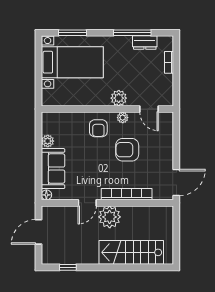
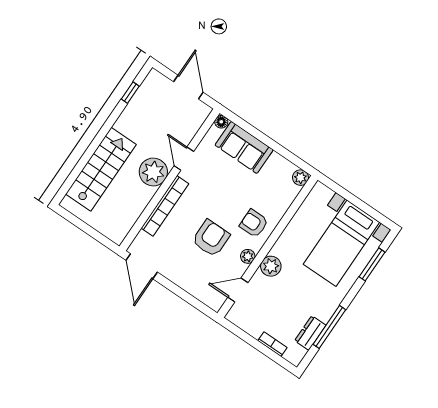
plant: (48, 141) -> (301, 178), moved

